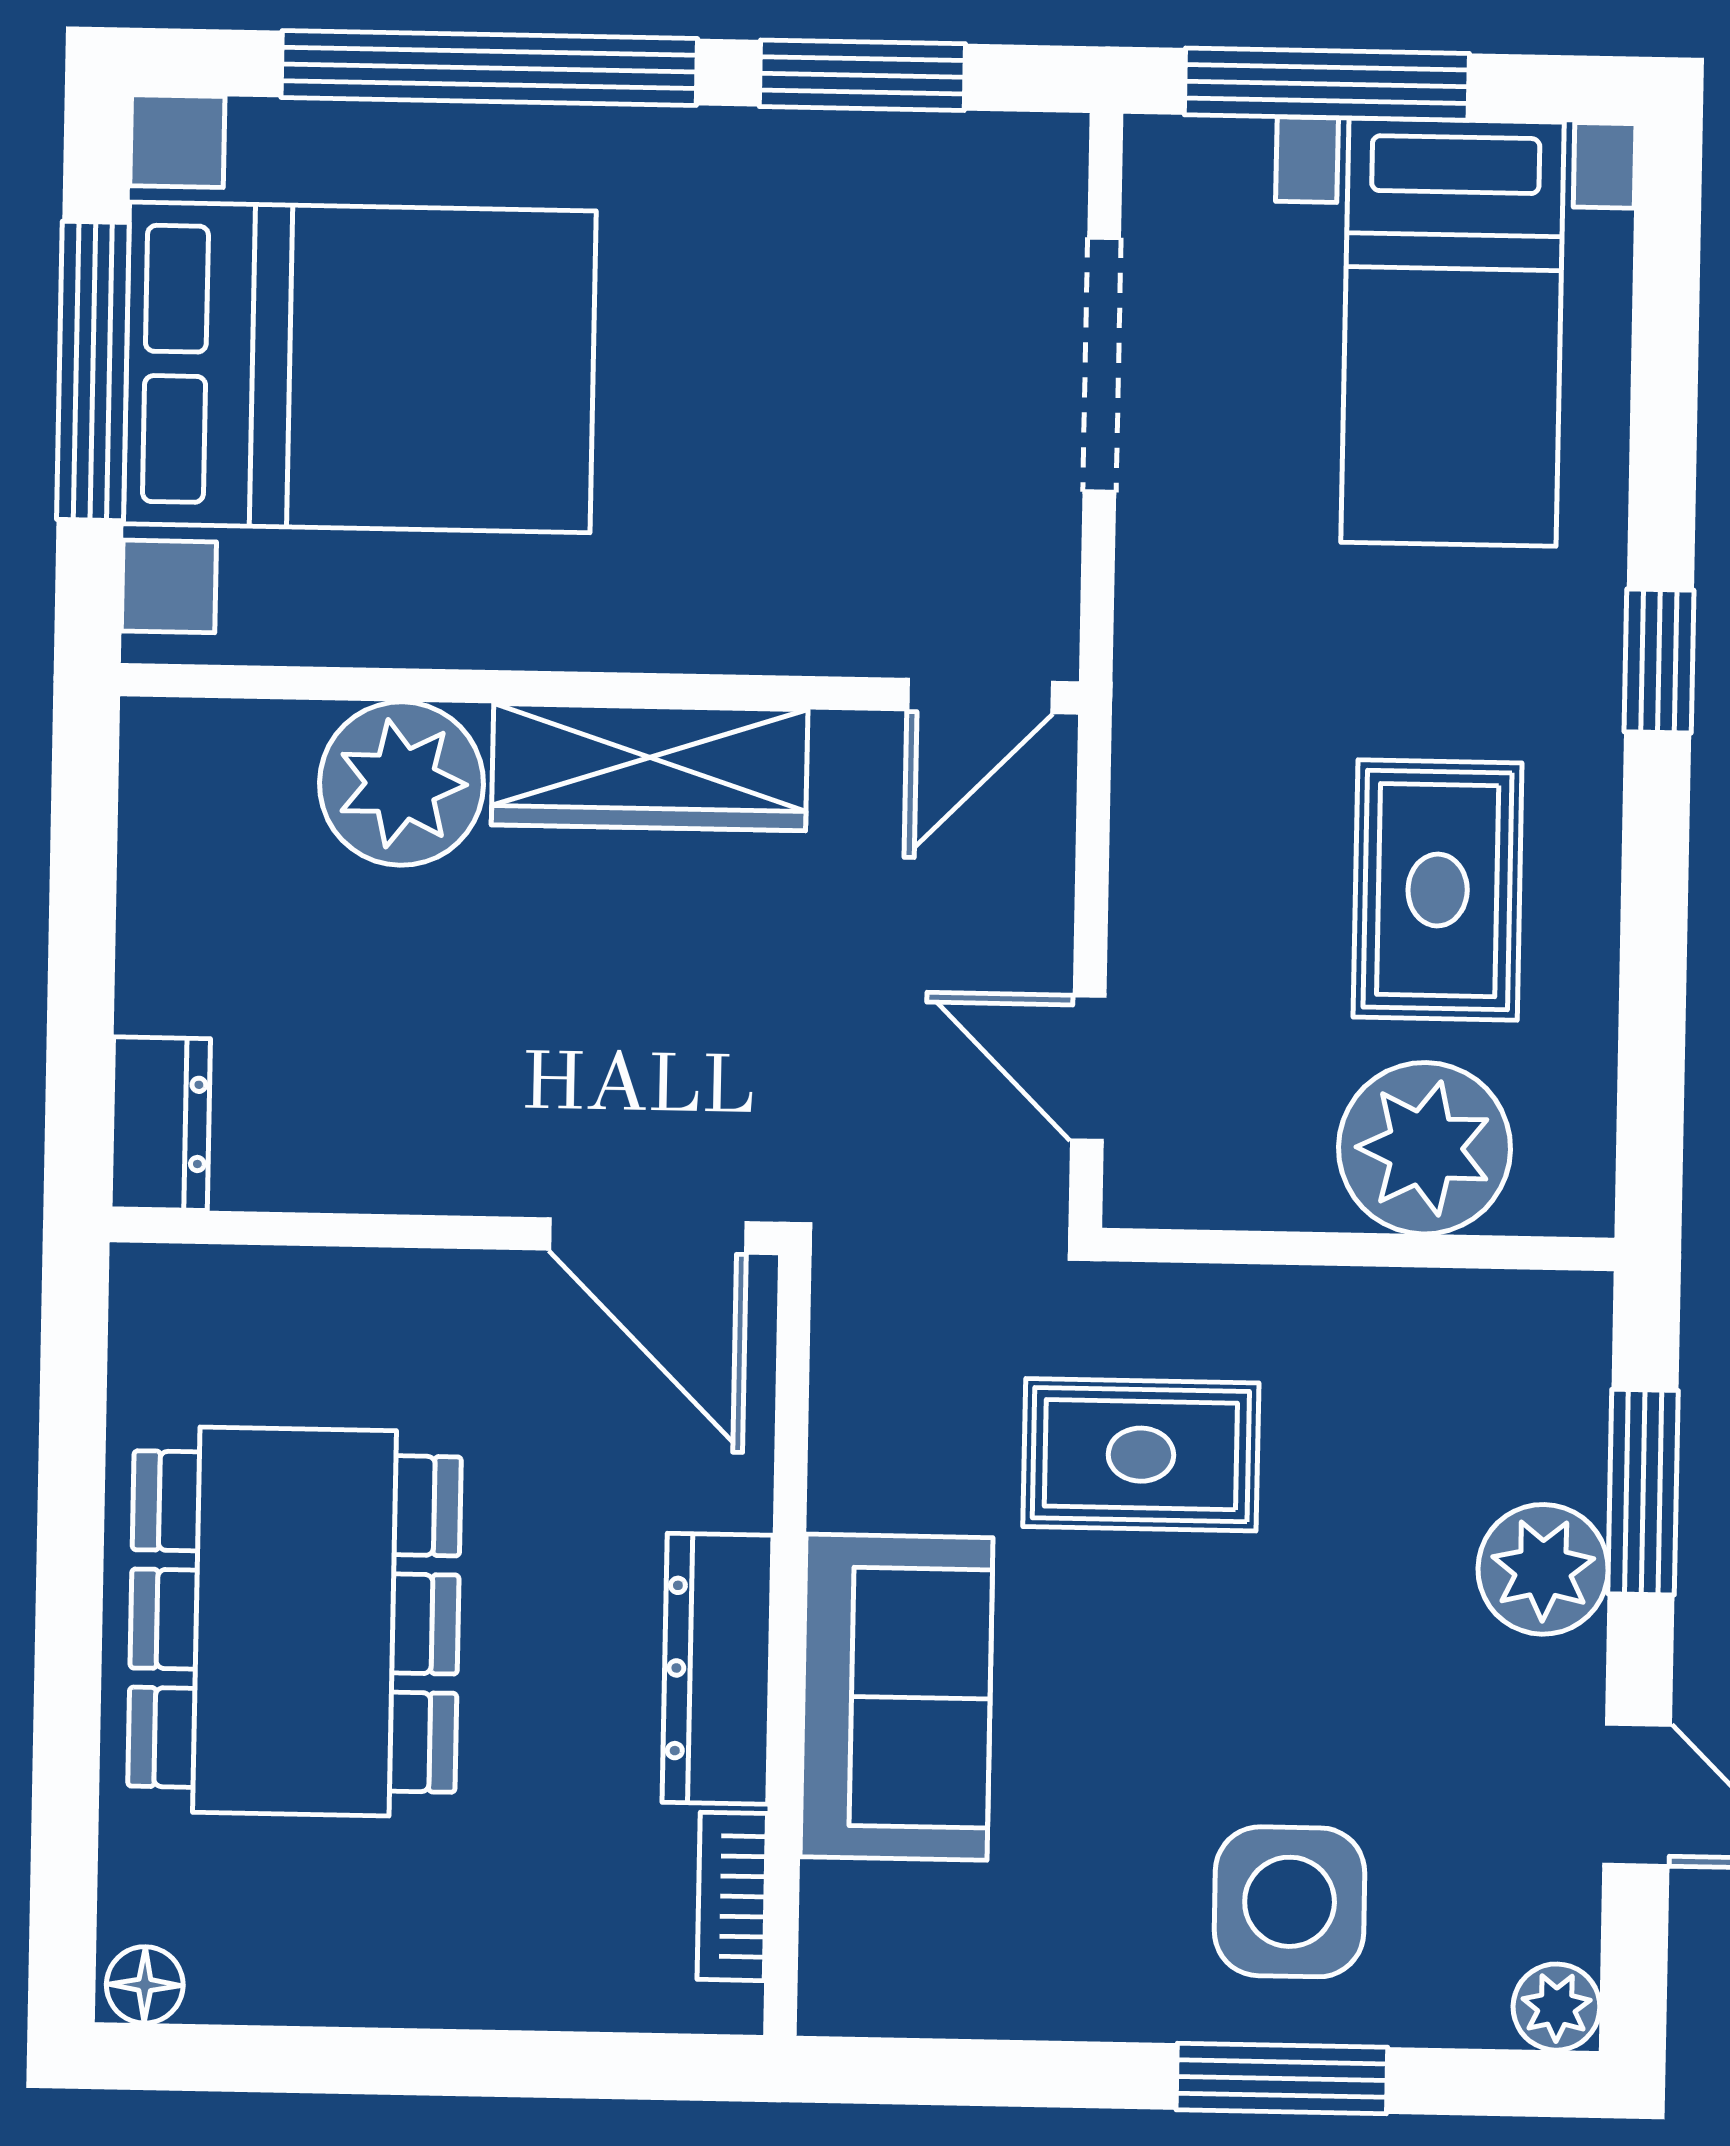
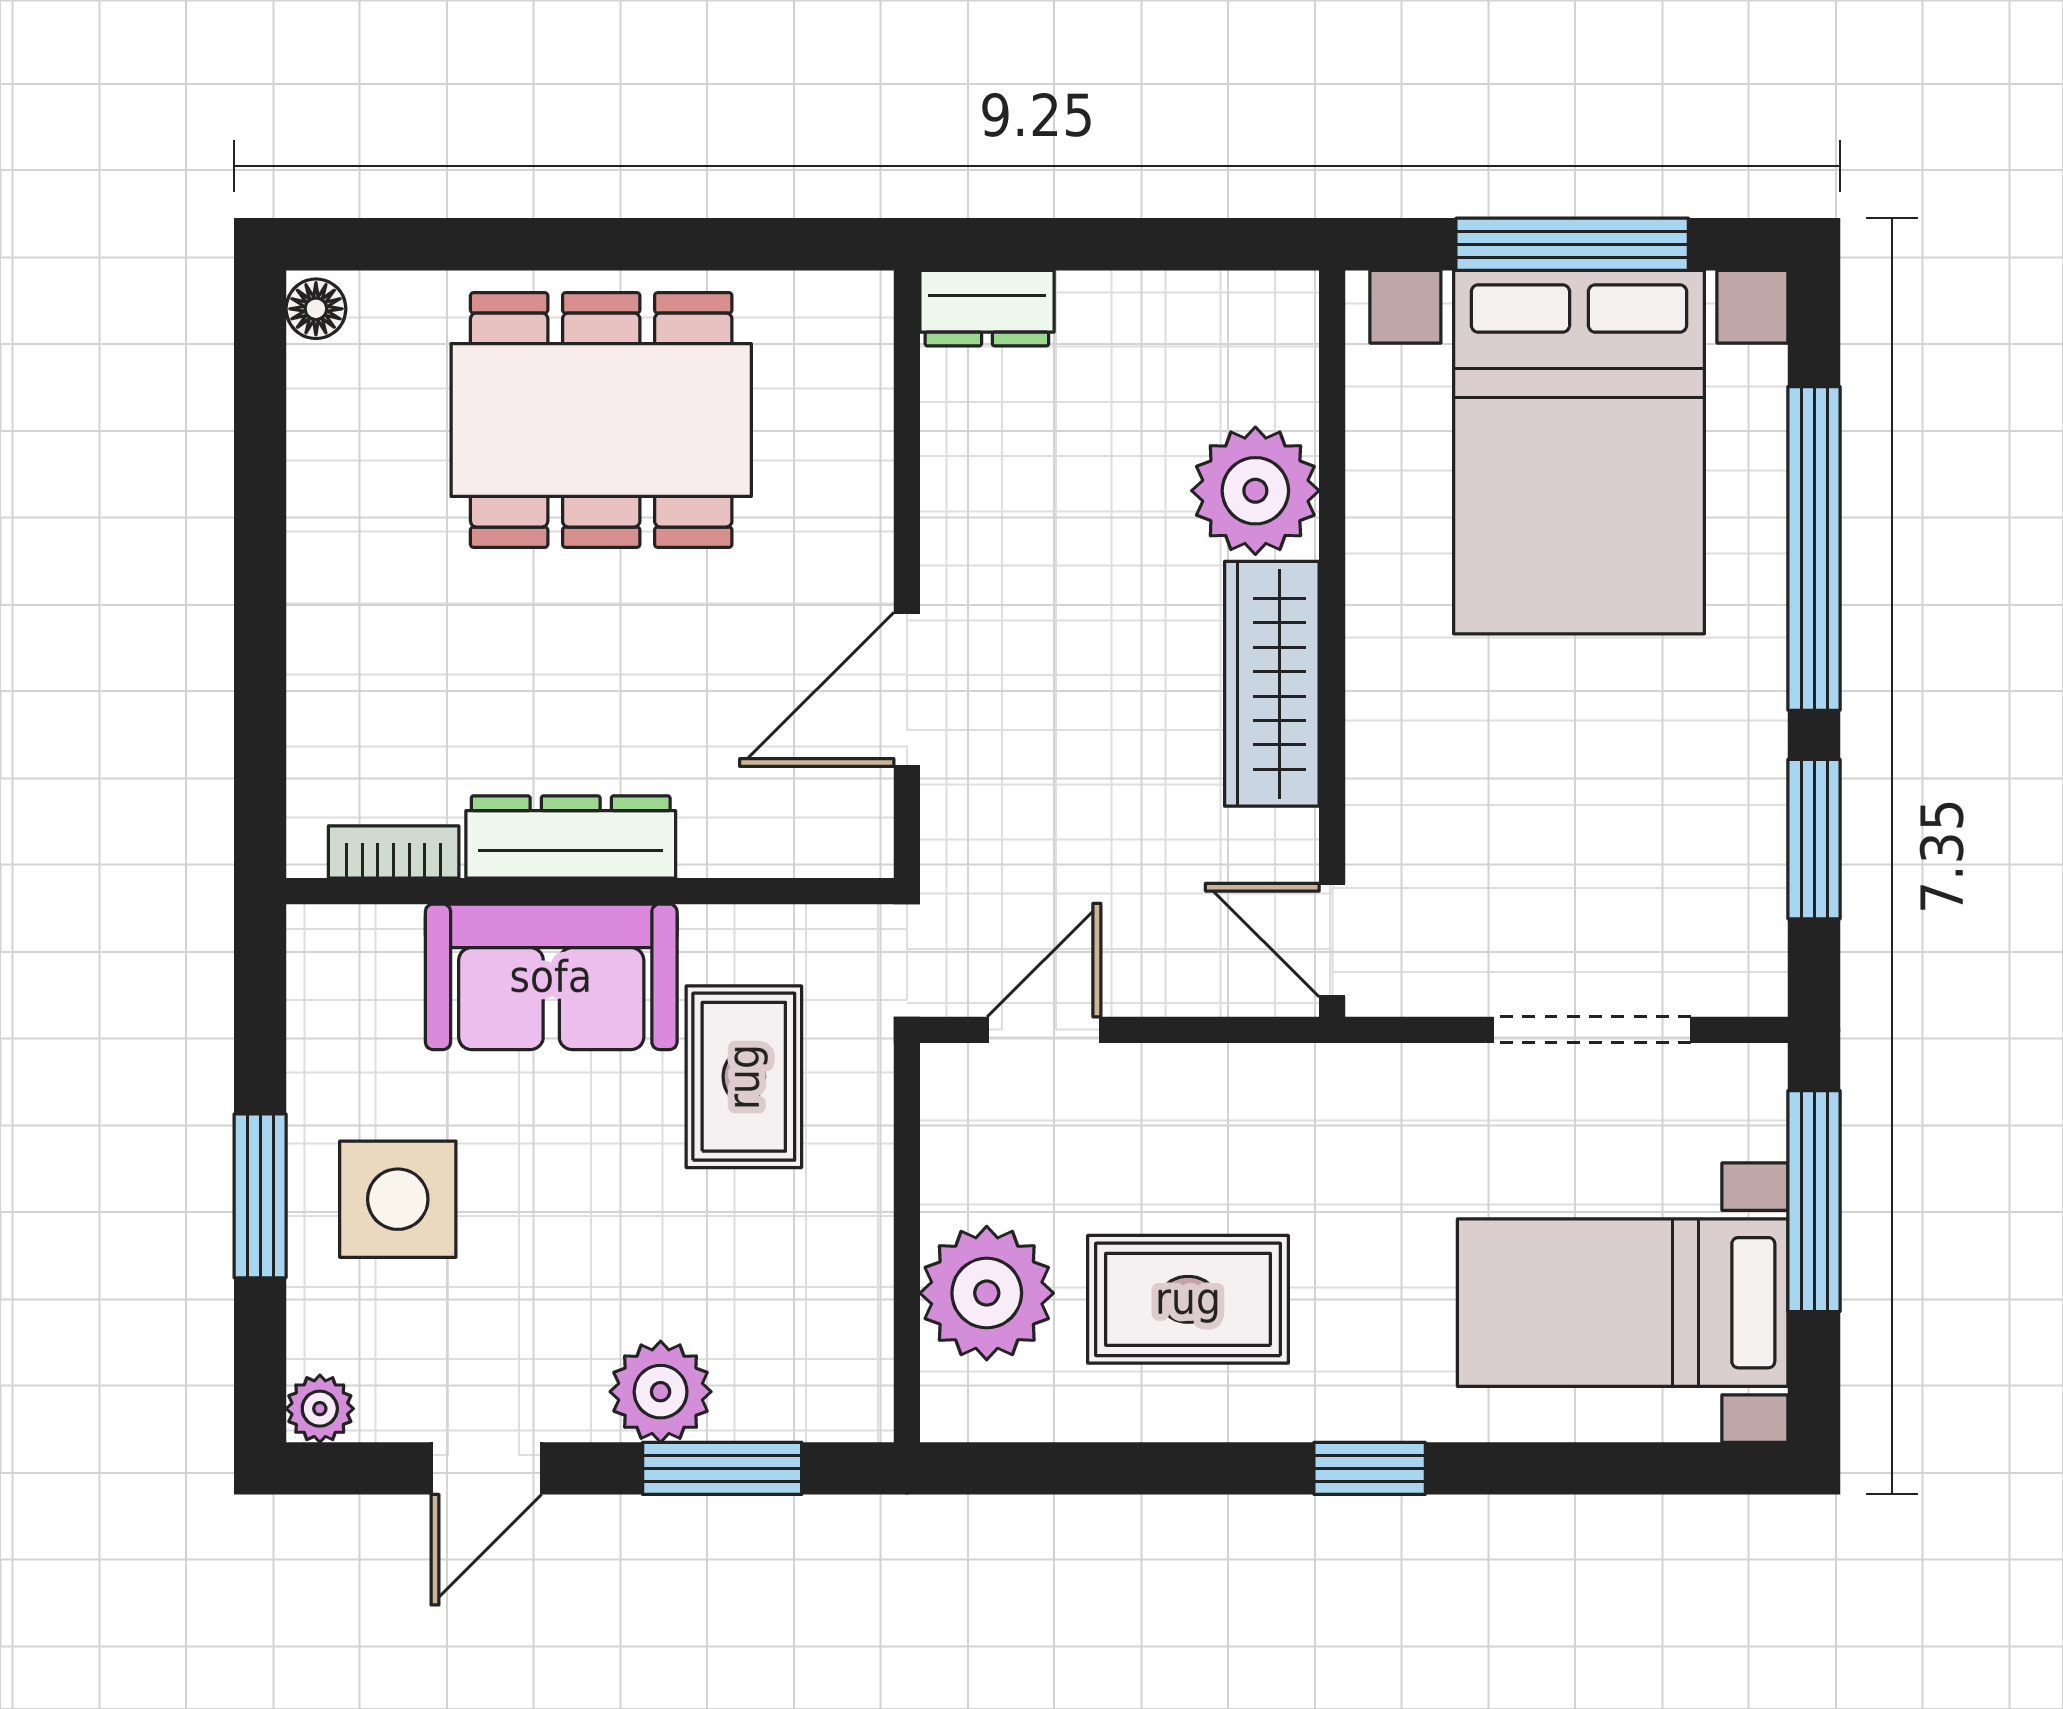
wall: (787, 1645) -> (590, 891), moved
dresser: (717, 1669) -> (571, 837), moved
sofa: (896, 1697) -> (551, 977), moved
bookcase: (732, 1896) -> (394, 852), moved

